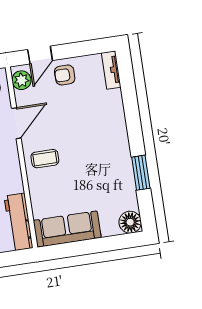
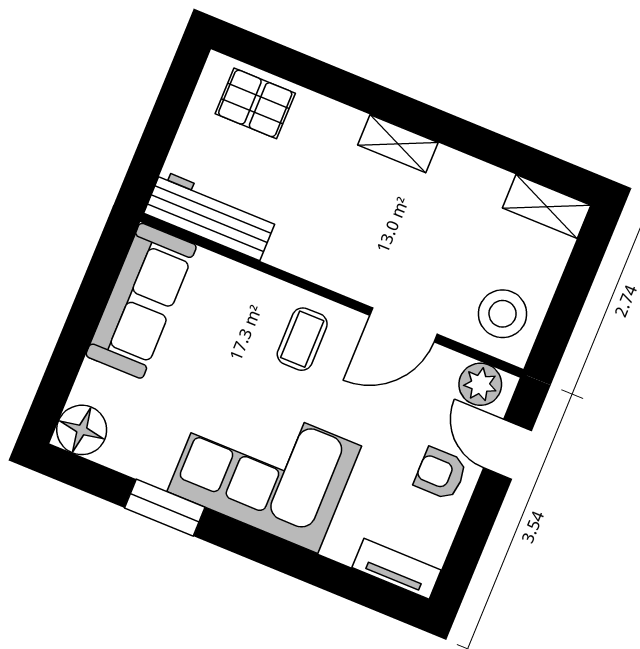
armchair: (65, 75) -> (441, 474), turned -90
door: (16, 123) -> (403, 325), hinge flipped
corner sofa: (103, 143) -> (264, 469), added

